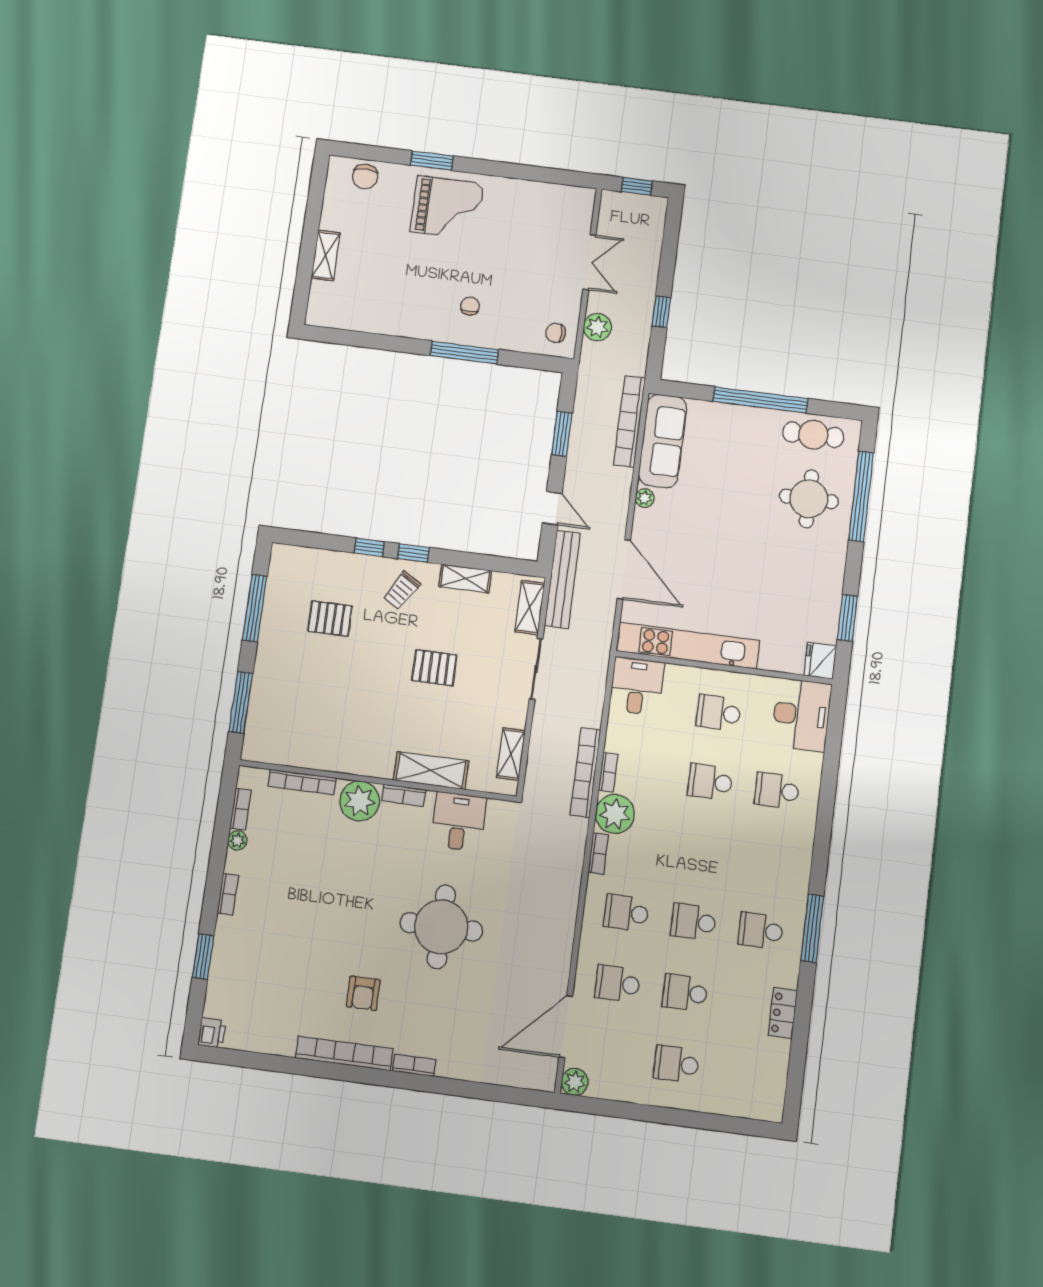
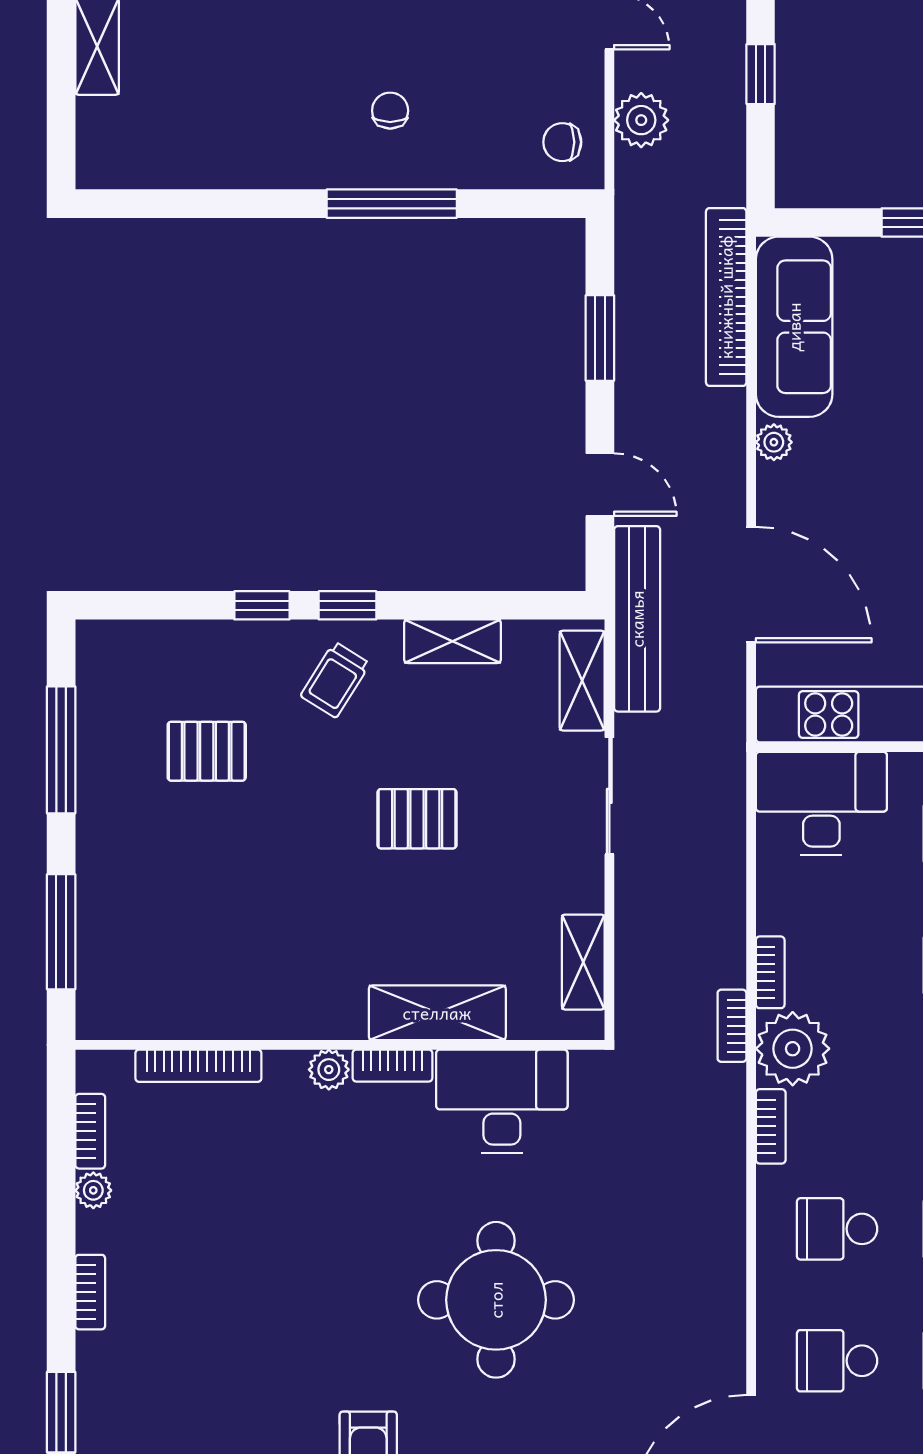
desk: (637, 686) -> (821, 803), width x1.37
bookcase: (585, 772) -> (732, 1026), width x0.43, depth x0.76
plant: (360, 801) -> (329, 1070), width x0.53, depth x0.53
desk: (459, 822) -> (502, 1101), width x1.37

